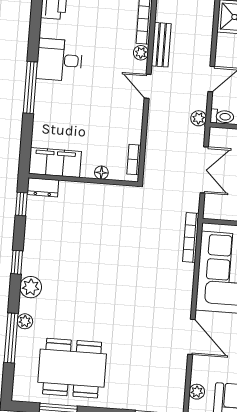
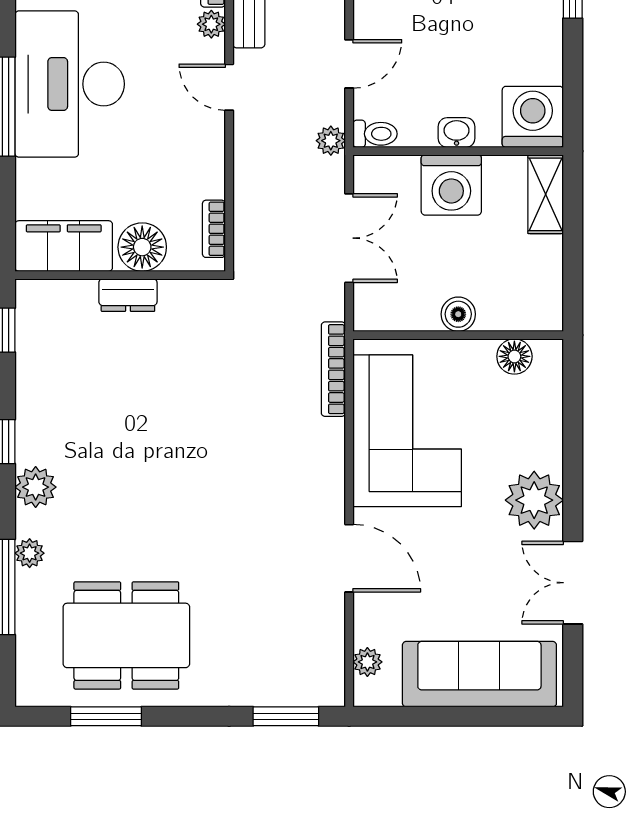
desk: (59, 60) -> (70, 84), width x1.87, depth x1.30
floor lamp: (101, 173) -> (142, 247), width x1.89, depth x1.89
dresser: (43, 187) -> (128, 295), moved

